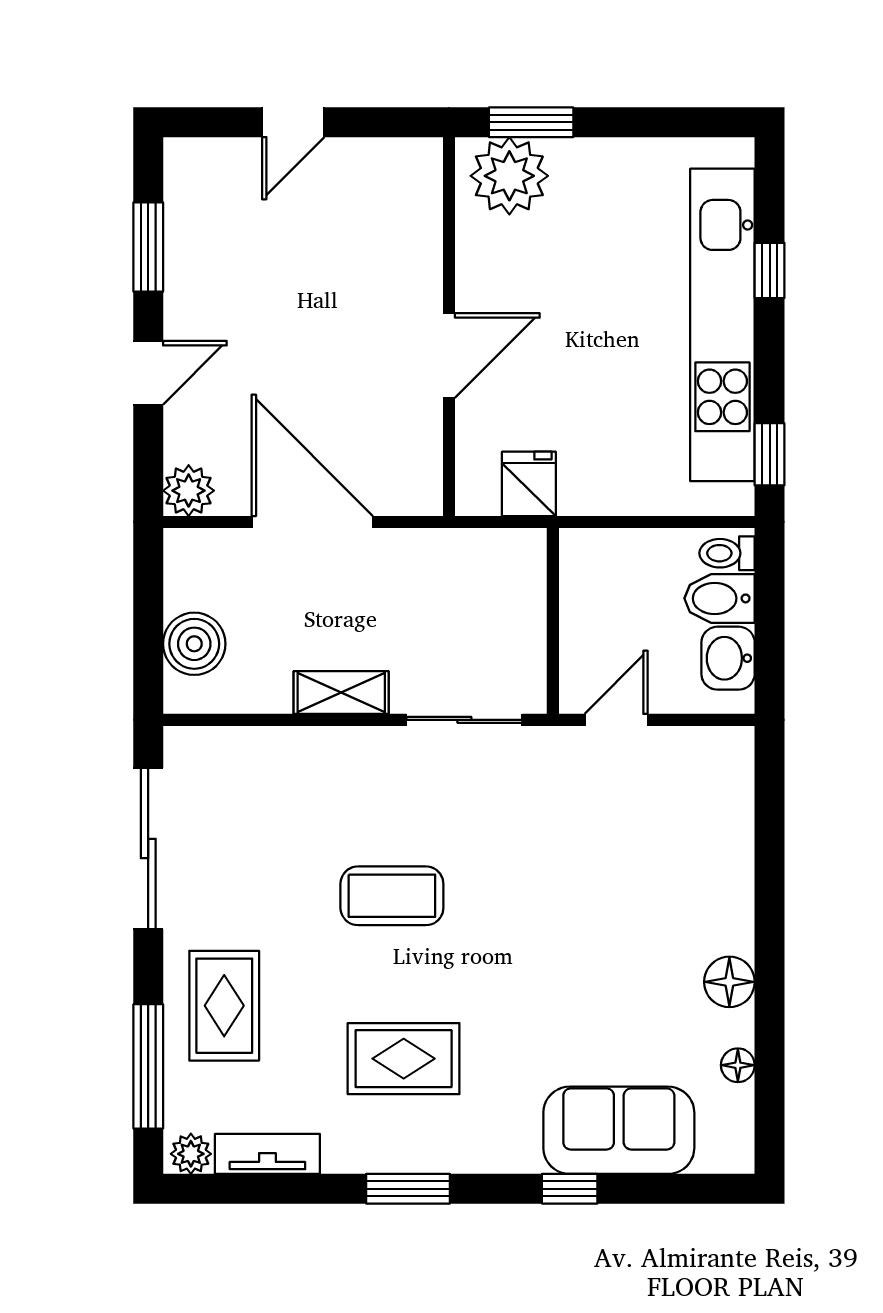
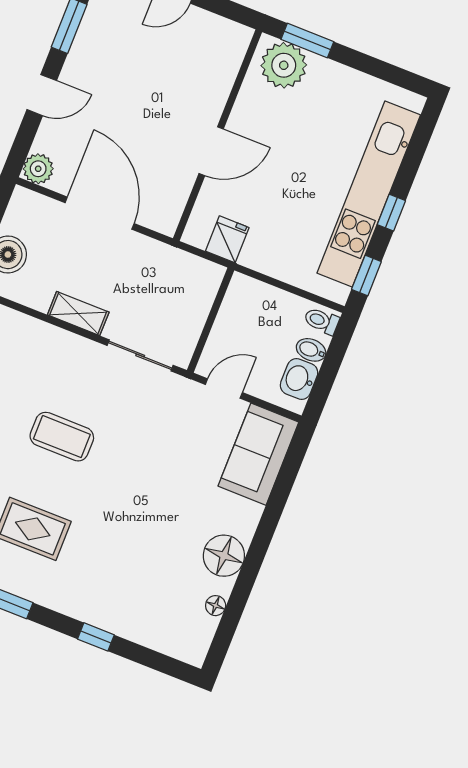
window: (770, 270) -> (391, 213), moved
bidet: (720, 598) -> (311, 350), width x0.72, depth x0.74
floor lamp: (729, 982) -> (224, 556), width x1.38, depth x1.38
sofa: (619, 1130) -> (258, 454), moved, turned -90

